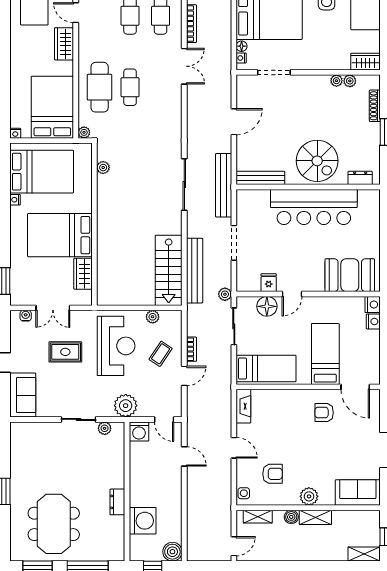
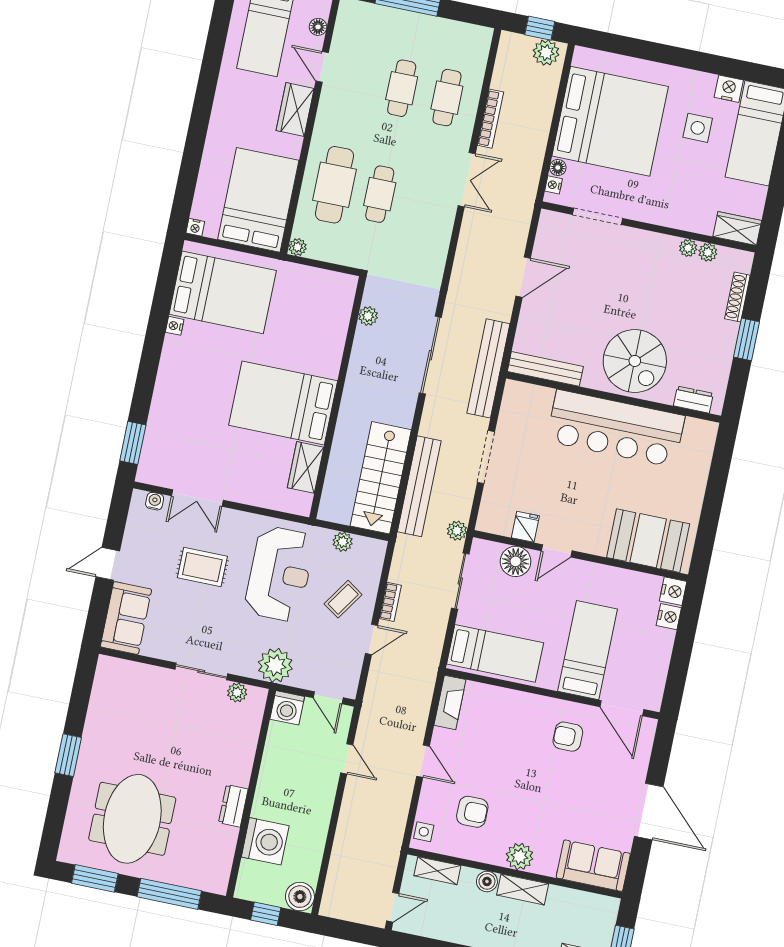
plant: (103, 167) -> (368, 316), moved
wall: (94, 224) -> (338, 398), moved
bed: (60, 235) -> (283, 403), moved
wardrobe: (83, 274) -> (306, 467), moved

